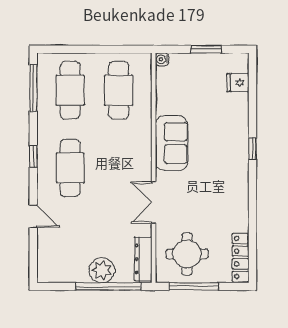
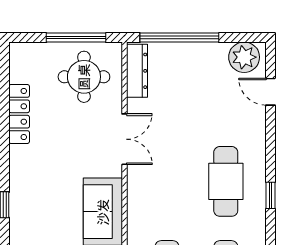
door: (33, 216) -> (271, 92), moved
locker: (240, 257) -> (19, 114), moved
plant: (102, 270) -> (244, 57), moved

